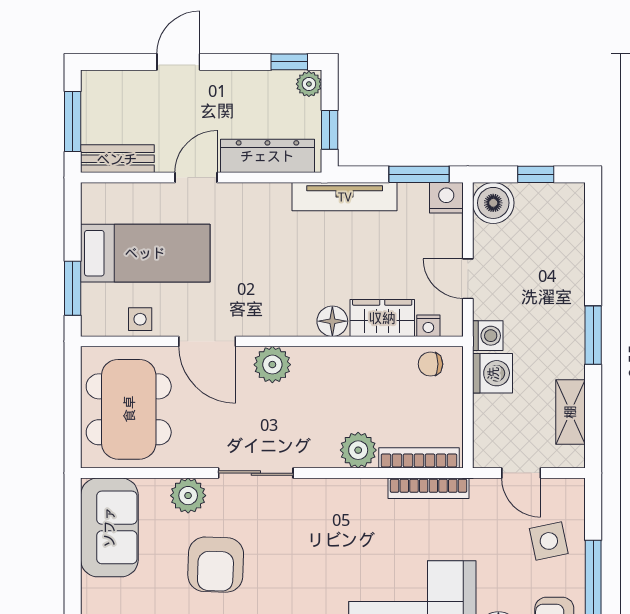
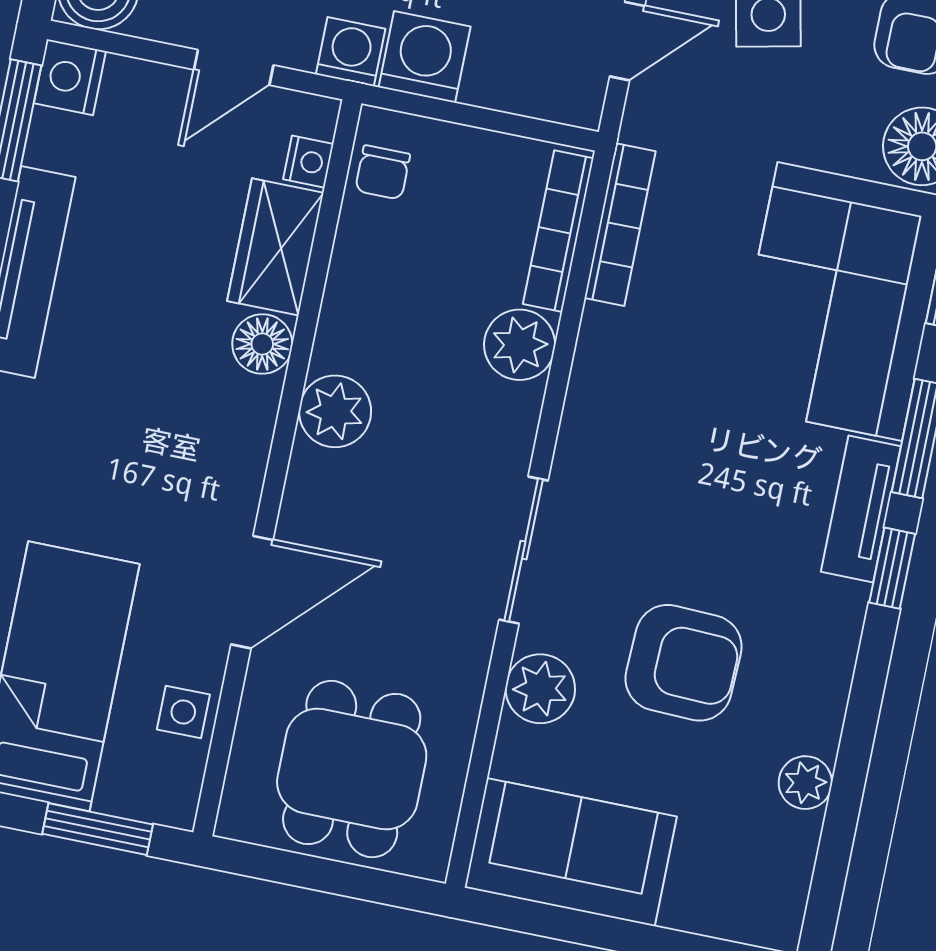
plant: (272, 365) -> (335, 411), moved
dining table: (129, 409) -> (352, 769), width x0.73

